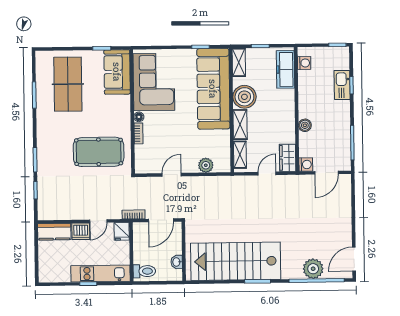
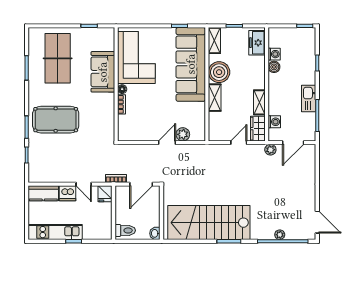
washing machine: (304, 63) -> (274, 54), moved
freezer: (286, 69) -> (257, 43), width x0.71
sofa: (117, 72) -> (103, 72), moved
kitchen sink: (342, 85) -> (309, 98), moved
boiler: (305, 125) -> (274, 67), moved
pool table: (99, 152) -> (56, 120), moved
shelving: (240, 155) -> (259, 102), moved
washing machine: (306, 165) -> (274, 122), moved
door: (172, 175) -> (167, 143), moved
plant: (302, 181) -> (270, 150), added
door: (98, 221) -> (84, 184), hinge flipped
door: (354, 259) -> (317, 222), swing flipped
washbasin: (177, 262) -> (155, 233), moved
plant: (313, 269) -> (280, 235), width x0.53, depth x0.53
kitchen unit: (100, 274) -> (55, 232), moved

